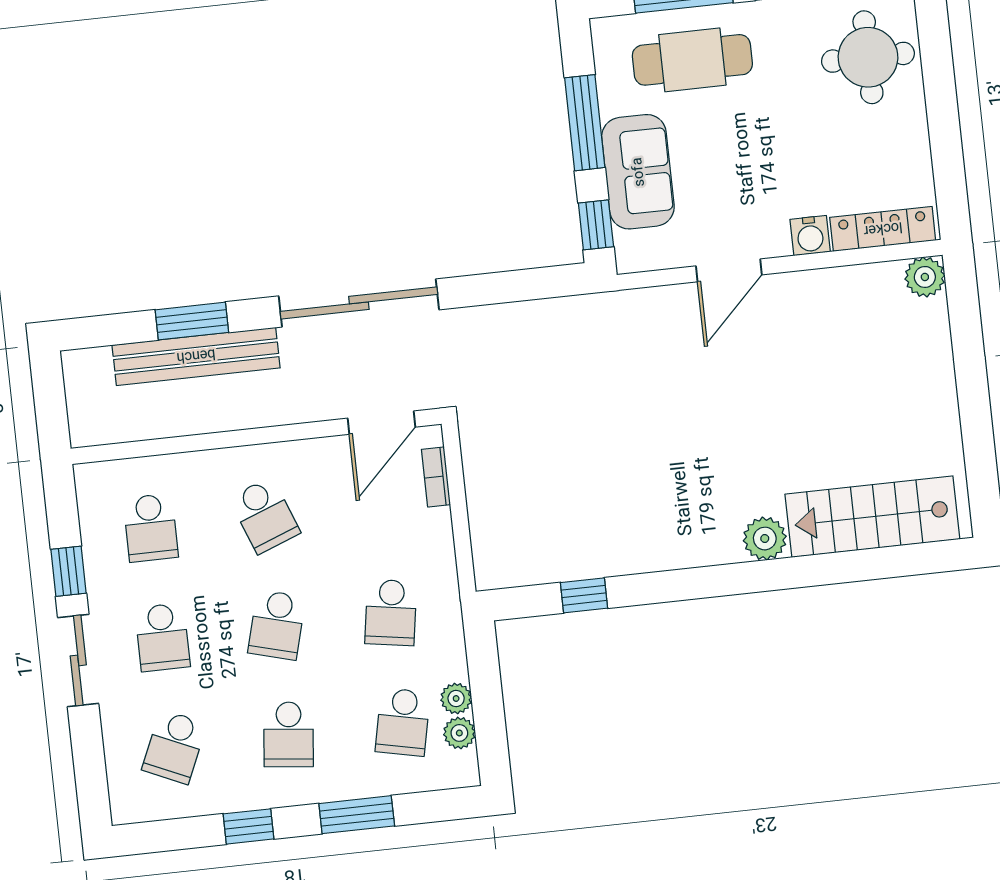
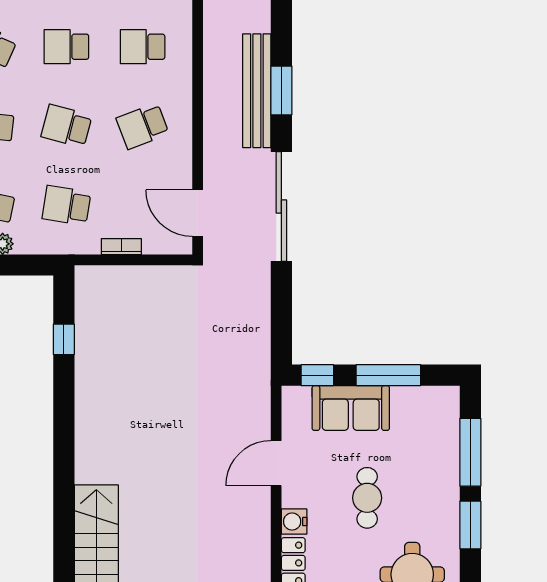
cafe table: (692, 60) -> (367, 498), moved, width x0.73, depth x0.74
door: (729, 270) -> (276, 463), hinge flipped
bookcase: (436, 477) -> (121, 247), moved
plant: (765, 539) -> (89, 468), removed

